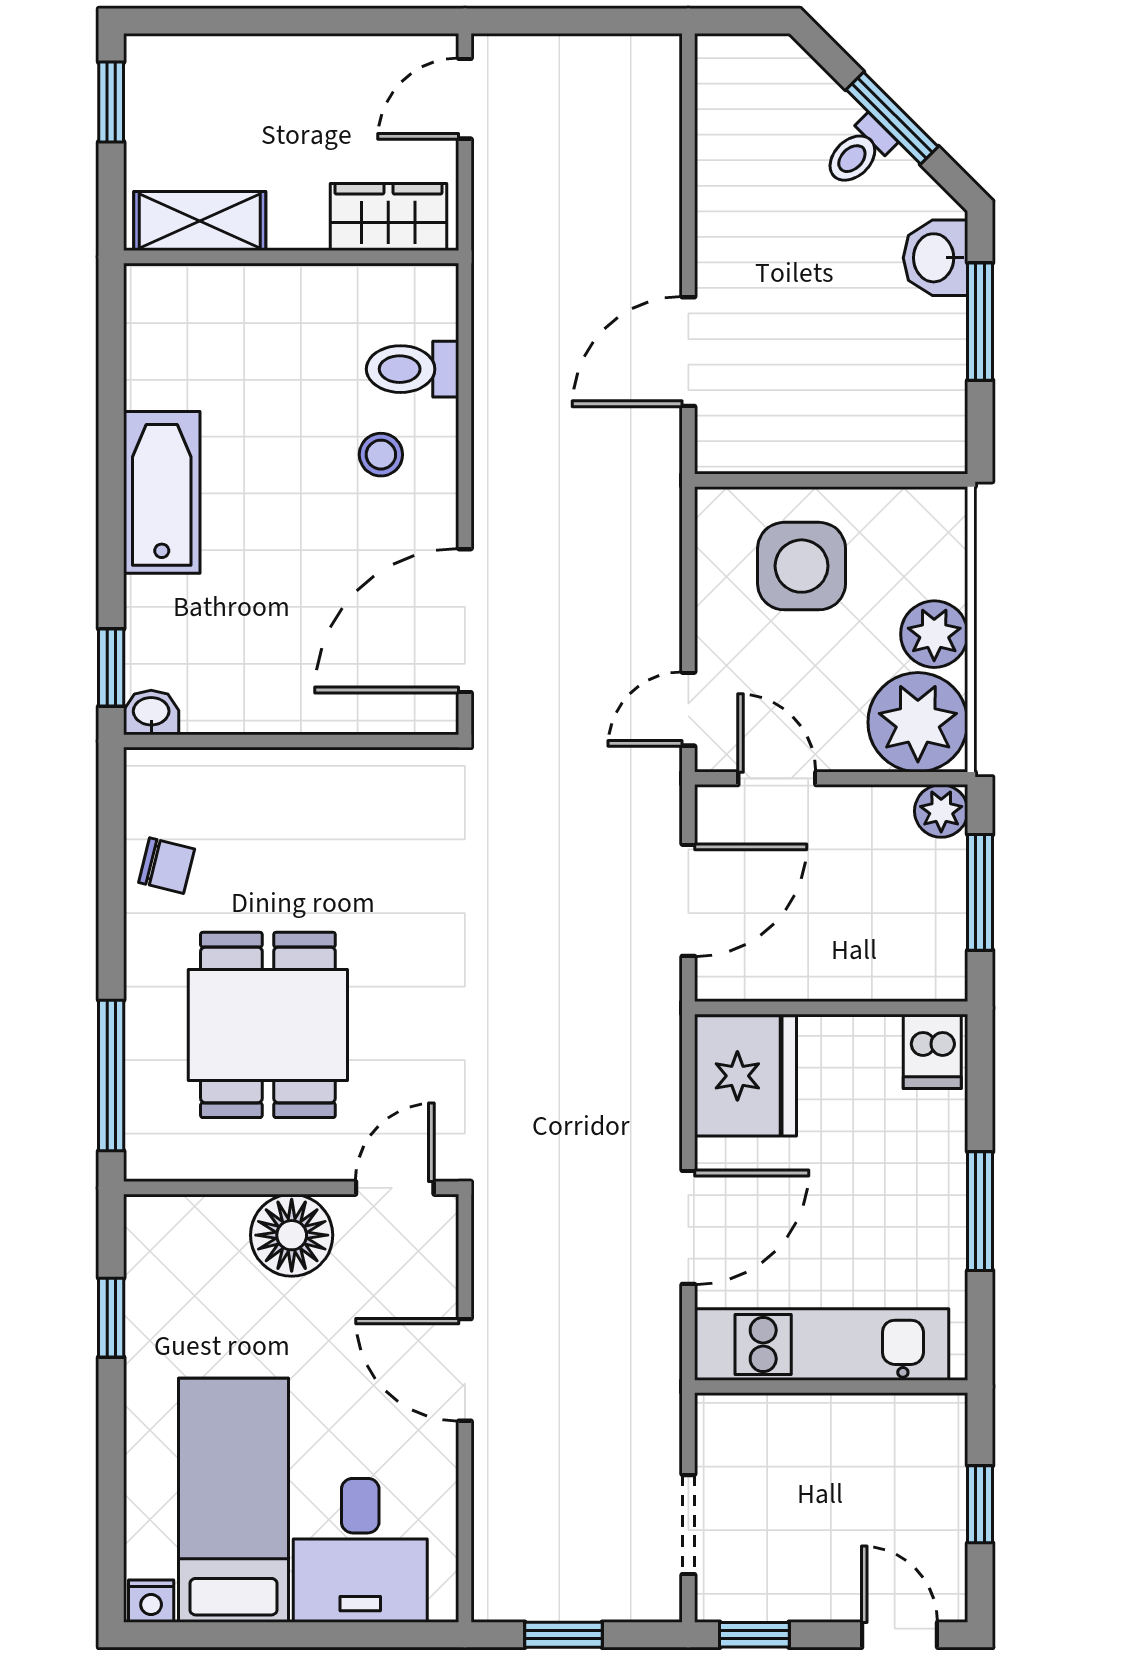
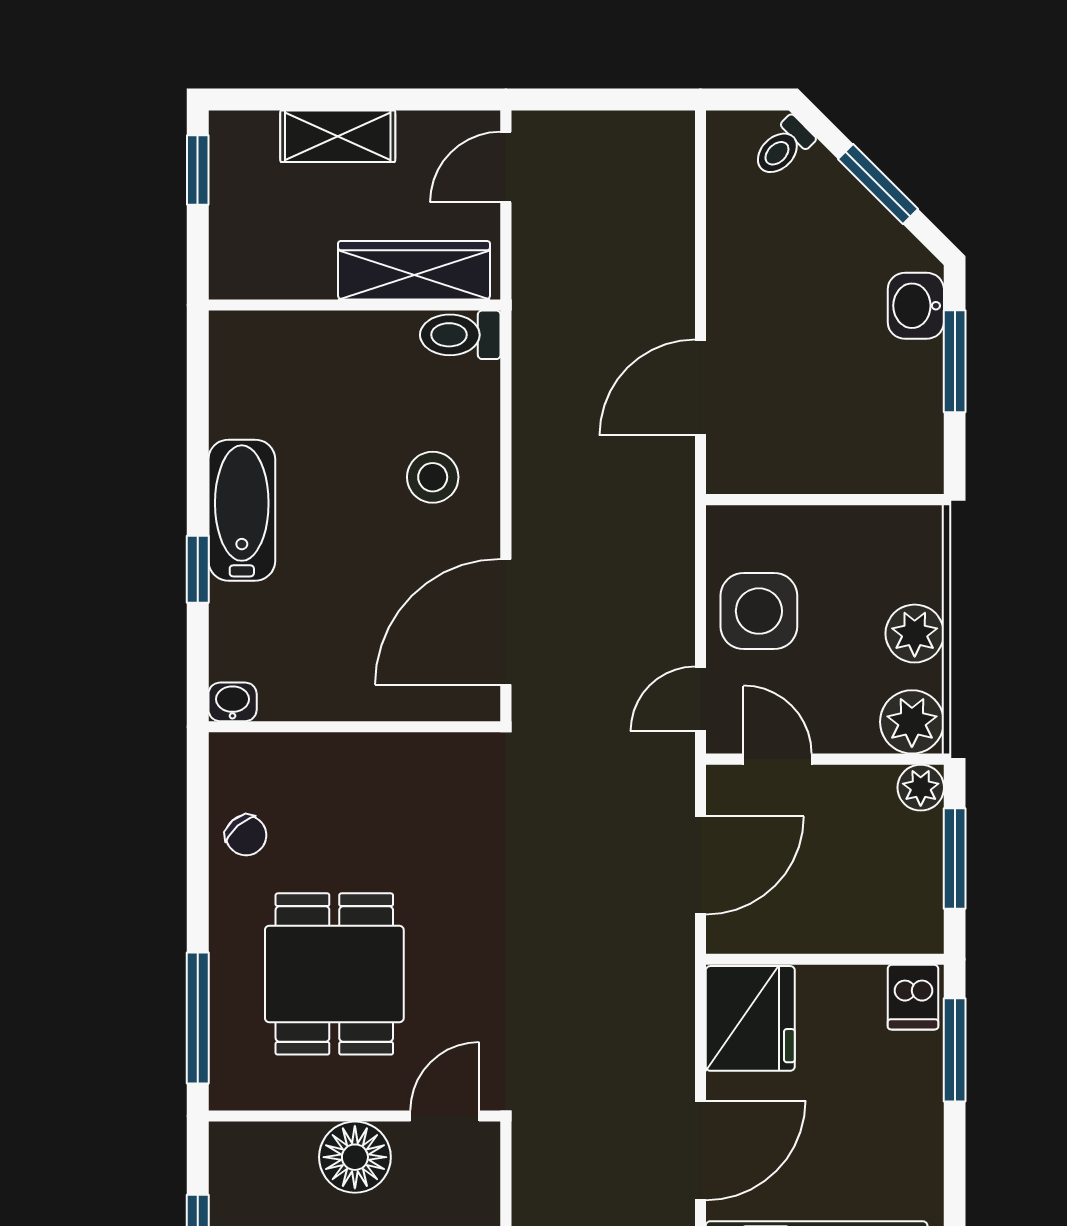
toilet: (859, 152) -> (783, 147), moved
wardrobe: (388, 217) -> (414, 270), width x1.50
shelving: (200, 221) -> (338, 136), moved
toilet: (413, 369) -> (460, 335), moved
stool: (381, 455) -> (433, 477), width x1.37, depth x1.37
side table: (802, 566) -> (759, 611), moved
window: (111, 668) -> (198, 569), moved
plant: (918, 722) -> (912, 722), width x0.73, depth x0.73
chair: (167, 866) -> (246, 835), turned 35
window: (980, 1211) -> (955, 1050), moved

